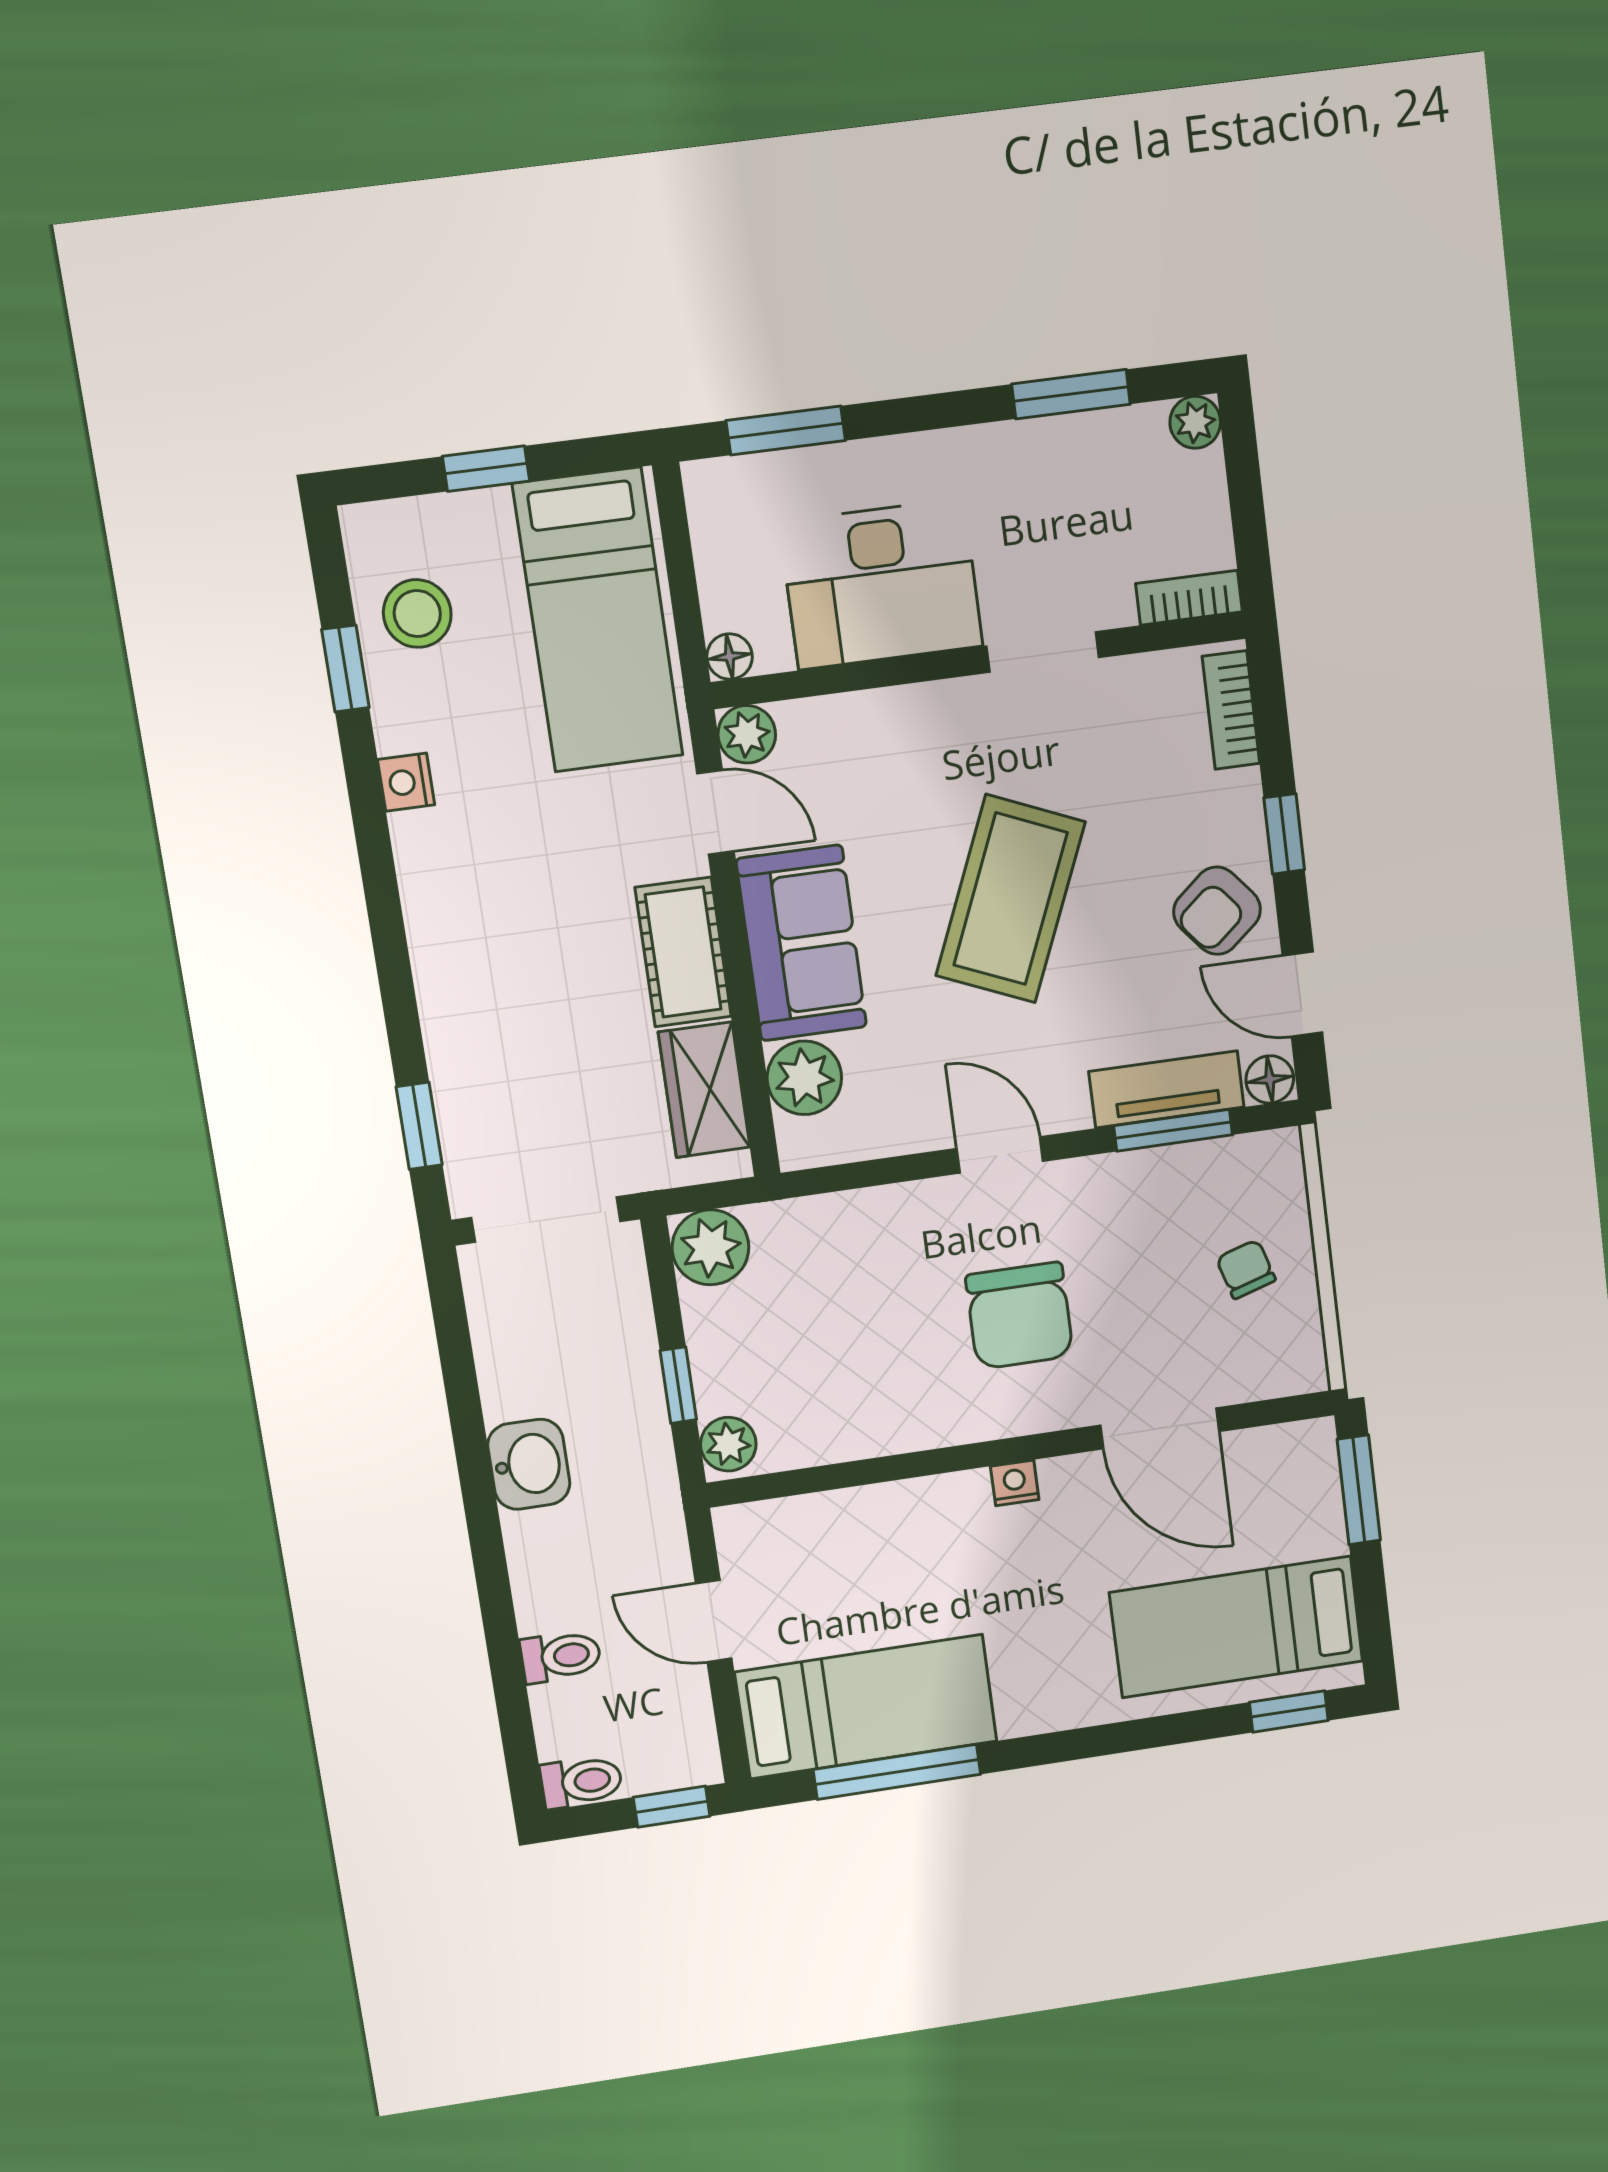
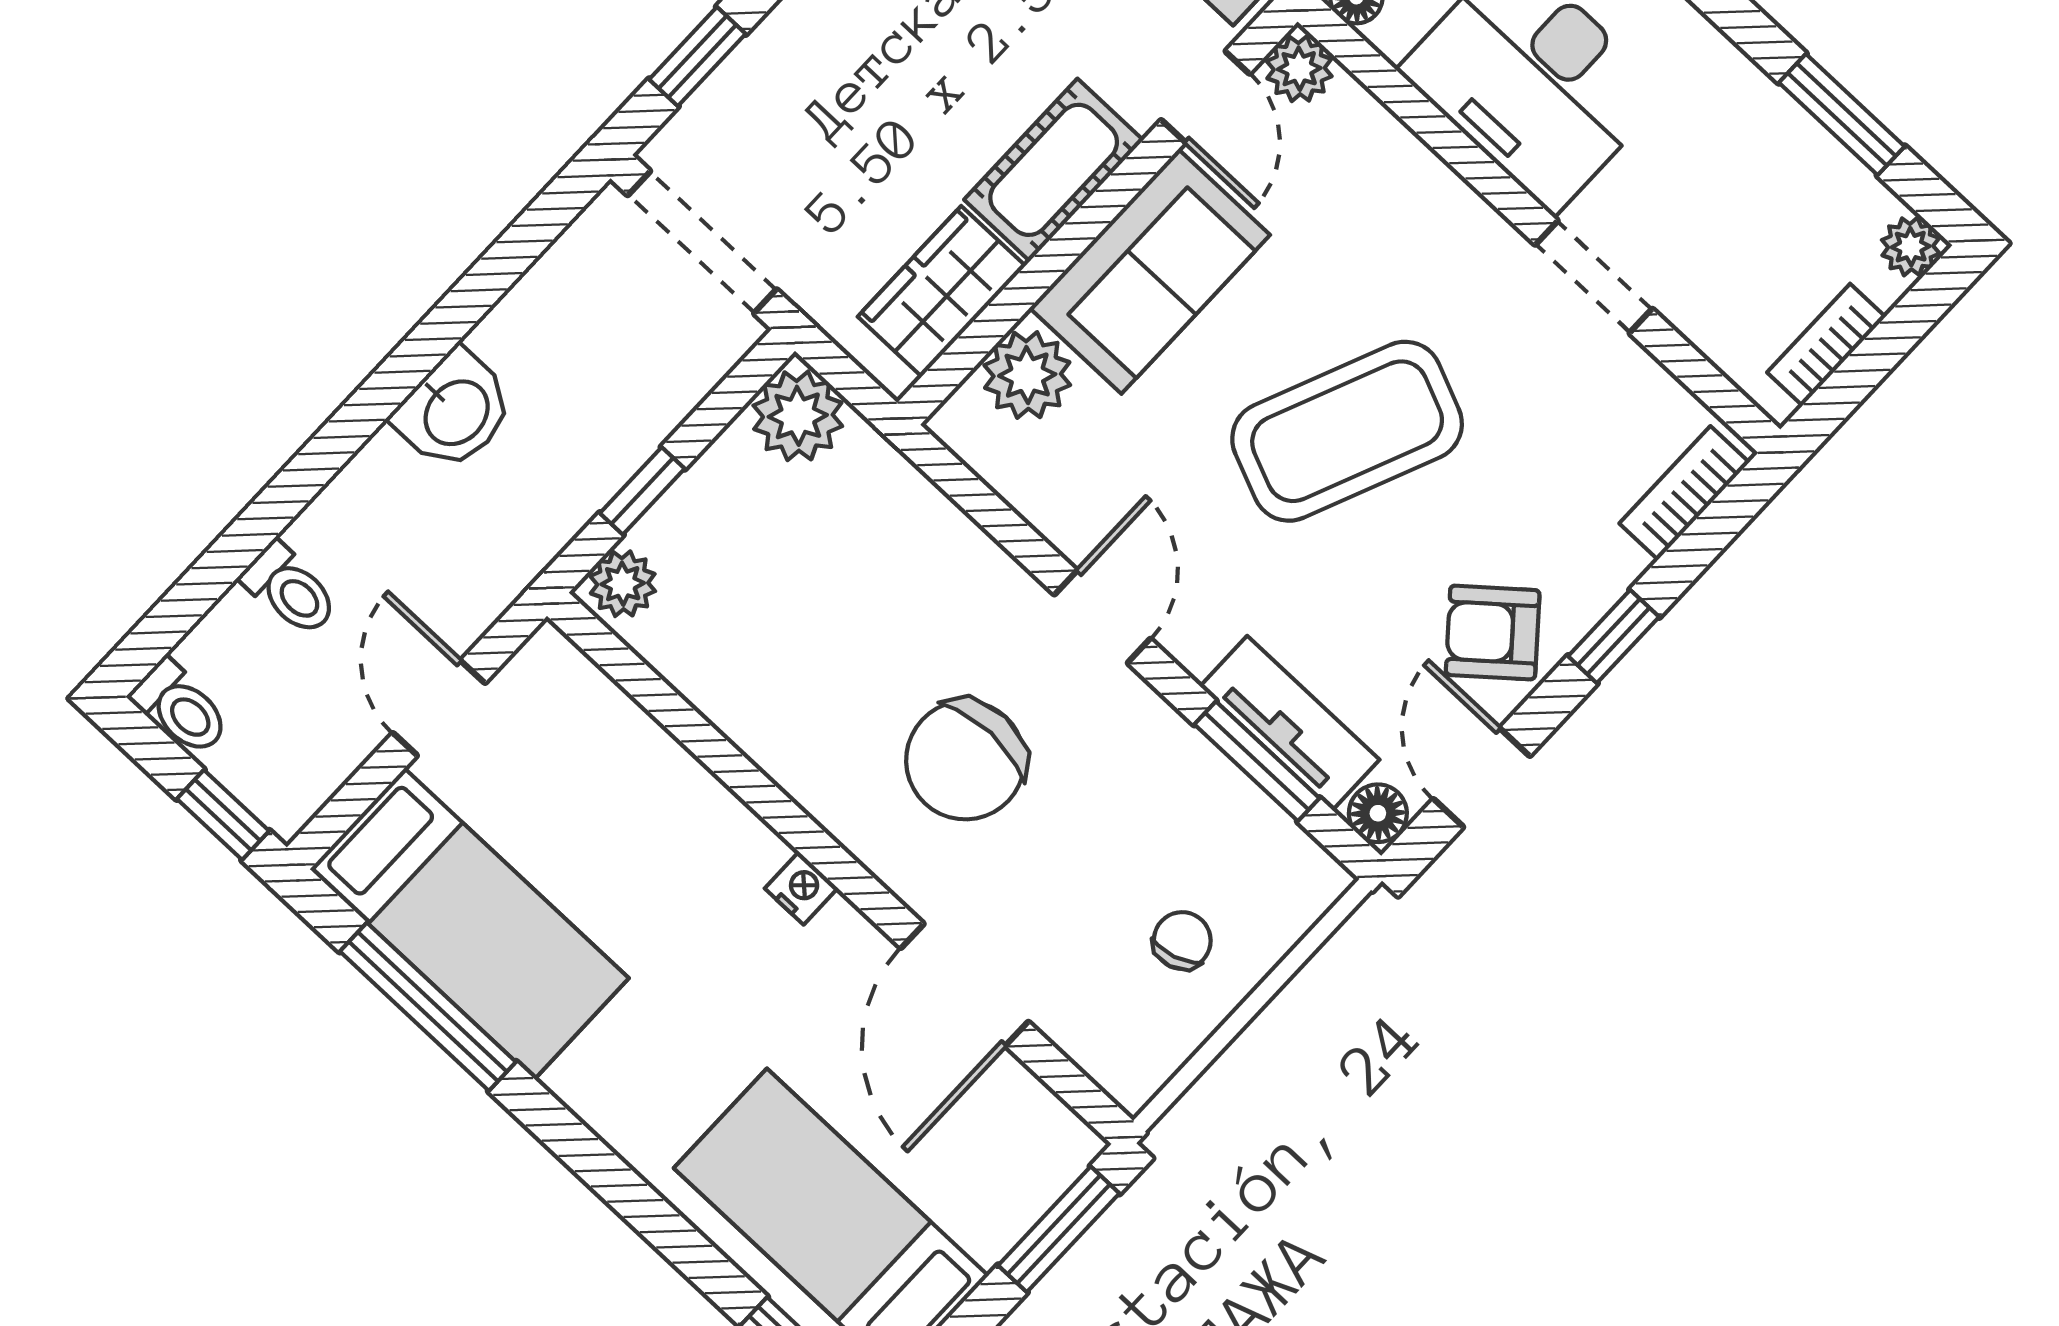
bookcase: (1189, 598) -> (1826, 345), moved, turned -90

